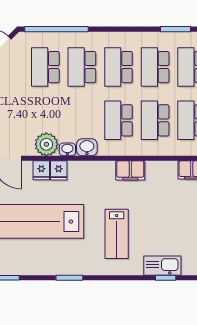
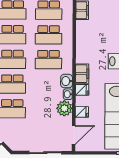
fridge: (59, 170) -> (82, 90), moved
filing cabinet: (130, 170) -> (82, 74), moved

